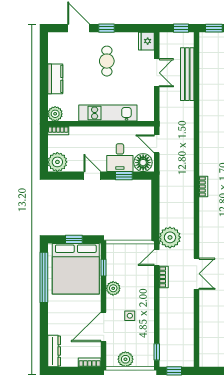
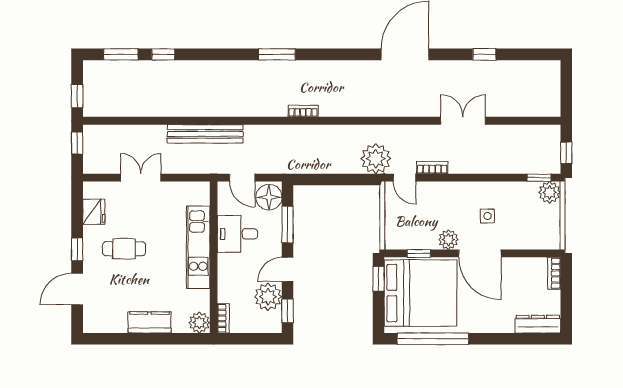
fridge: (146, 41) -> (94, 212), moved, turned -90
bench: (187, 74) -> (205, 134), moved
door: (157, 144) -> (242, 178), hinge flipped
desk: (120, 158) -> (237, 234), moved, turned 180
plant: (57, 162) -> (268, 297), moved
window: (63, 176) -> (288, 311), added
window: (124, 176) -> (288, 224), width x1.50
window: (74, 239) -> (379, 279), moved
double door: (197, 274) -> (463, 121), moved
door: (104, 327) -> (480, 253), moved
plant: (125, 359) -> (550, 192), moved

